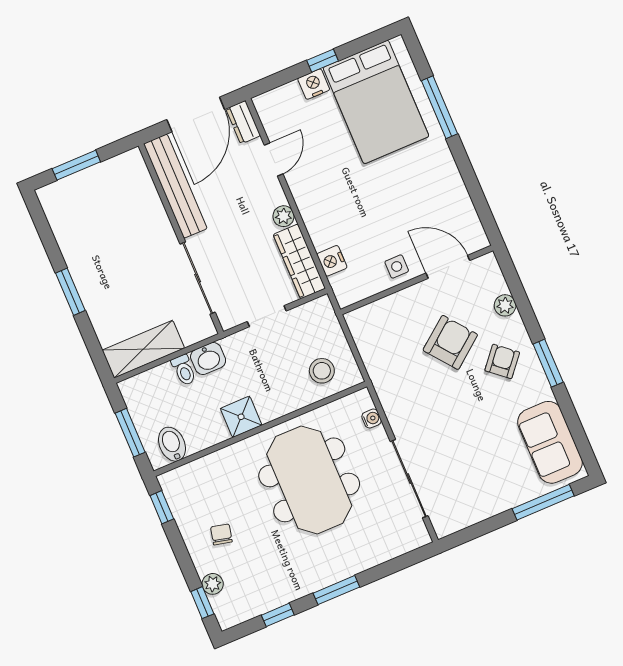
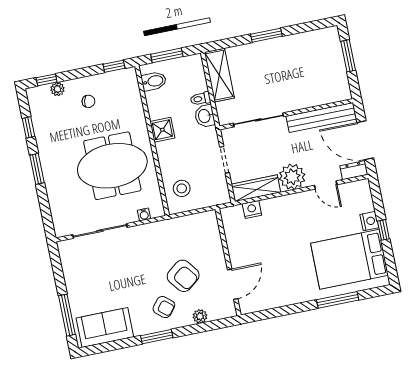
plant: (283, 216) -> (292, 177), width x1.88, depth x1.88
side table: (397, 266) -> (240, 251), removed

